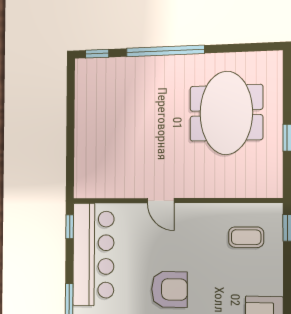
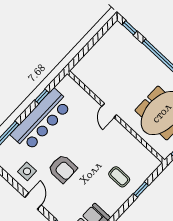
door: (161, 201) -> (109, 110), moved
wall: (175, 201) -> (116, 117), moved

